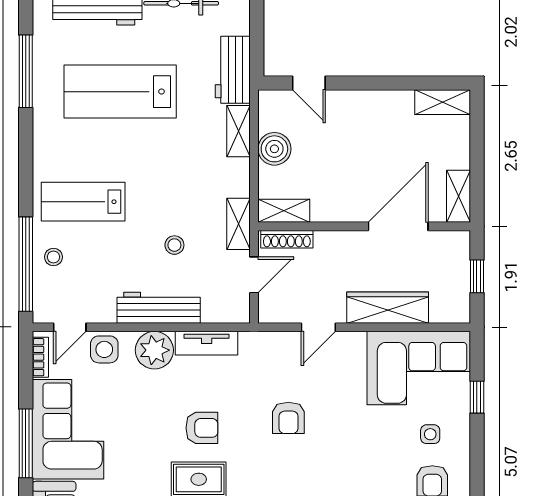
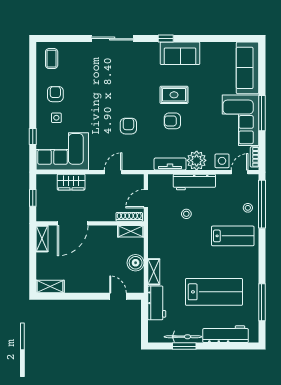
shelving: (238, 224) -> (154, 225), removed
wardrobe: (388, 308) -> (71, 182), width x0.67

